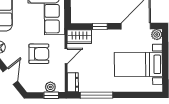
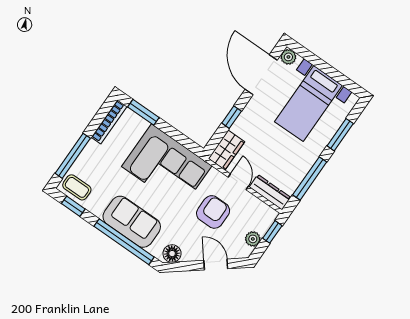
dresser: (73, 82) -> (270, 192), width x1.44
plant: (50, 87) -> (253, 239), moved
window: (133, 95) -> (340, 135), added

